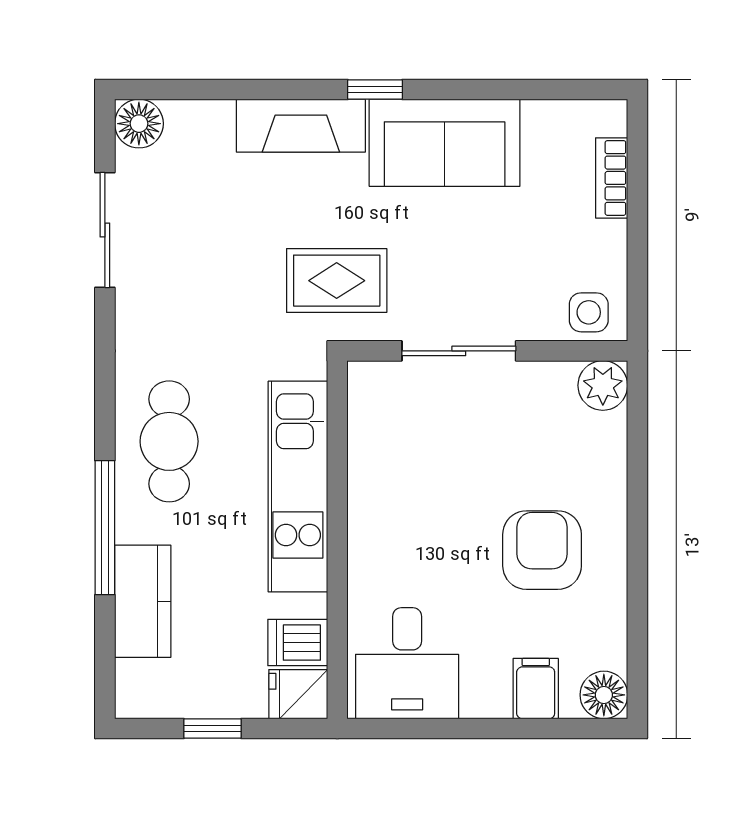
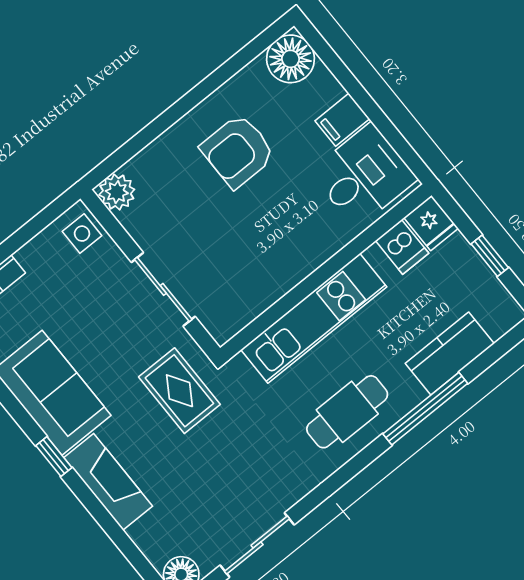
filing cabinet: (536, 689) -> (342, 120), moved
floor lamp: (604, 695) -> (291, 59), width x1.38, depth x1.38

